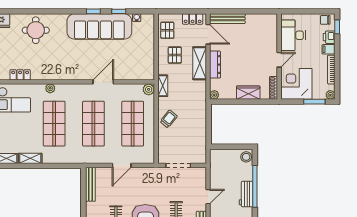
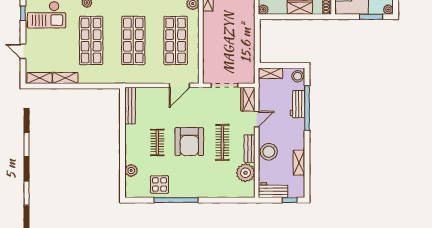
trolley: (169, 119) -> (214, 35), removed
shelving: (221, 154) -> (270, 73), added
door: (122, 165) -> (179, 85), moved
wardrobe: (200, 178) -> (248, 99), added
workbench: (246, 194) -> (297, 104), moved

